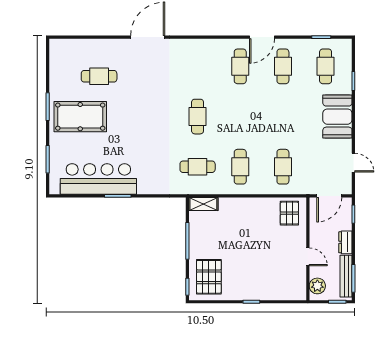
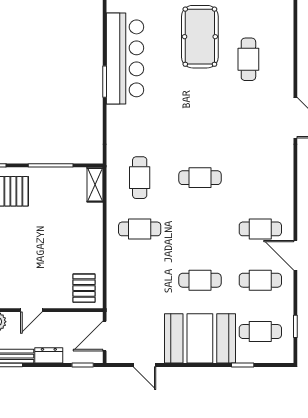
booth: (337, 117) -> (200, 338), width x1.36, depth x1.42
door: (353, 163) -> (145, 365), hinge flipped
cafe table: (283, 167) -> (200, 280), moved
door: (329, 196) -> (105, 336), hinge flipped
pallet: (289, 213) -> (84, 288), turned 90

